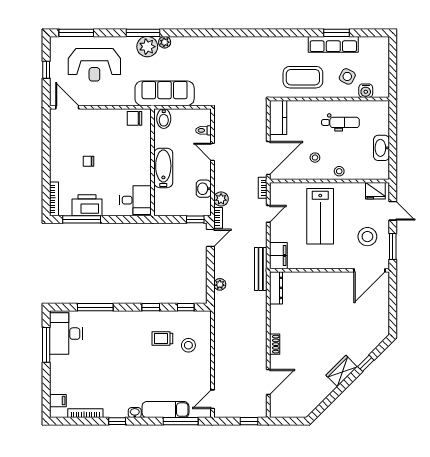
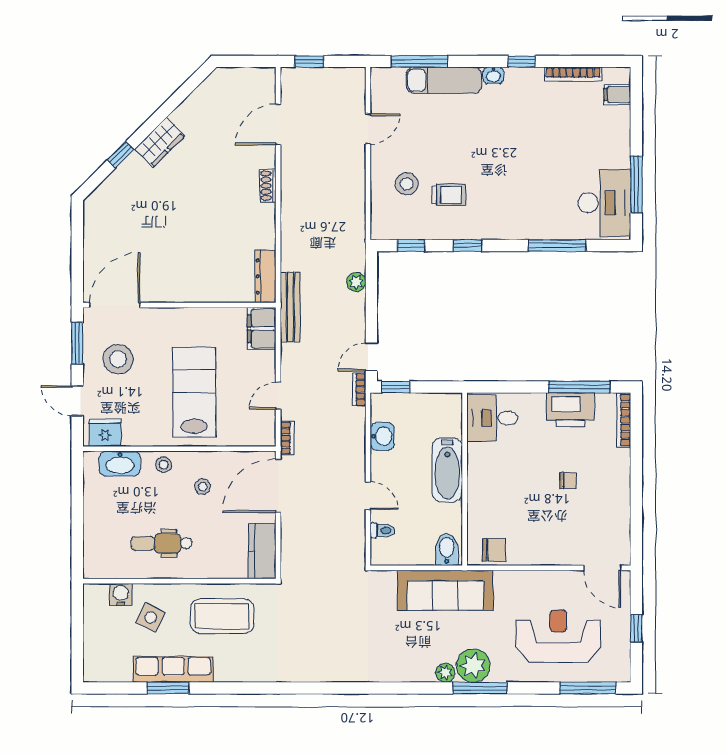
washbasin: (381, 148) -> (120, 464), moved, turned 90
plant: (221, 199) -> (354, 420), removed
door: (212, 399) -> (368, 129), moved

